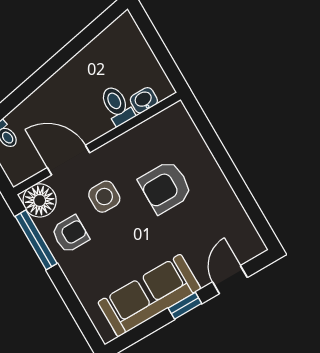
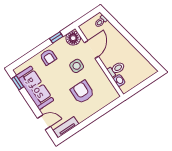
tv unit: (244, 229) -> (66, 127), added
armchair: (70, 234) -> (48, 57), moved
window: (36, 240) -> (56, 38), width x0.46
window: (185, 306) -> (18, 83), moved

